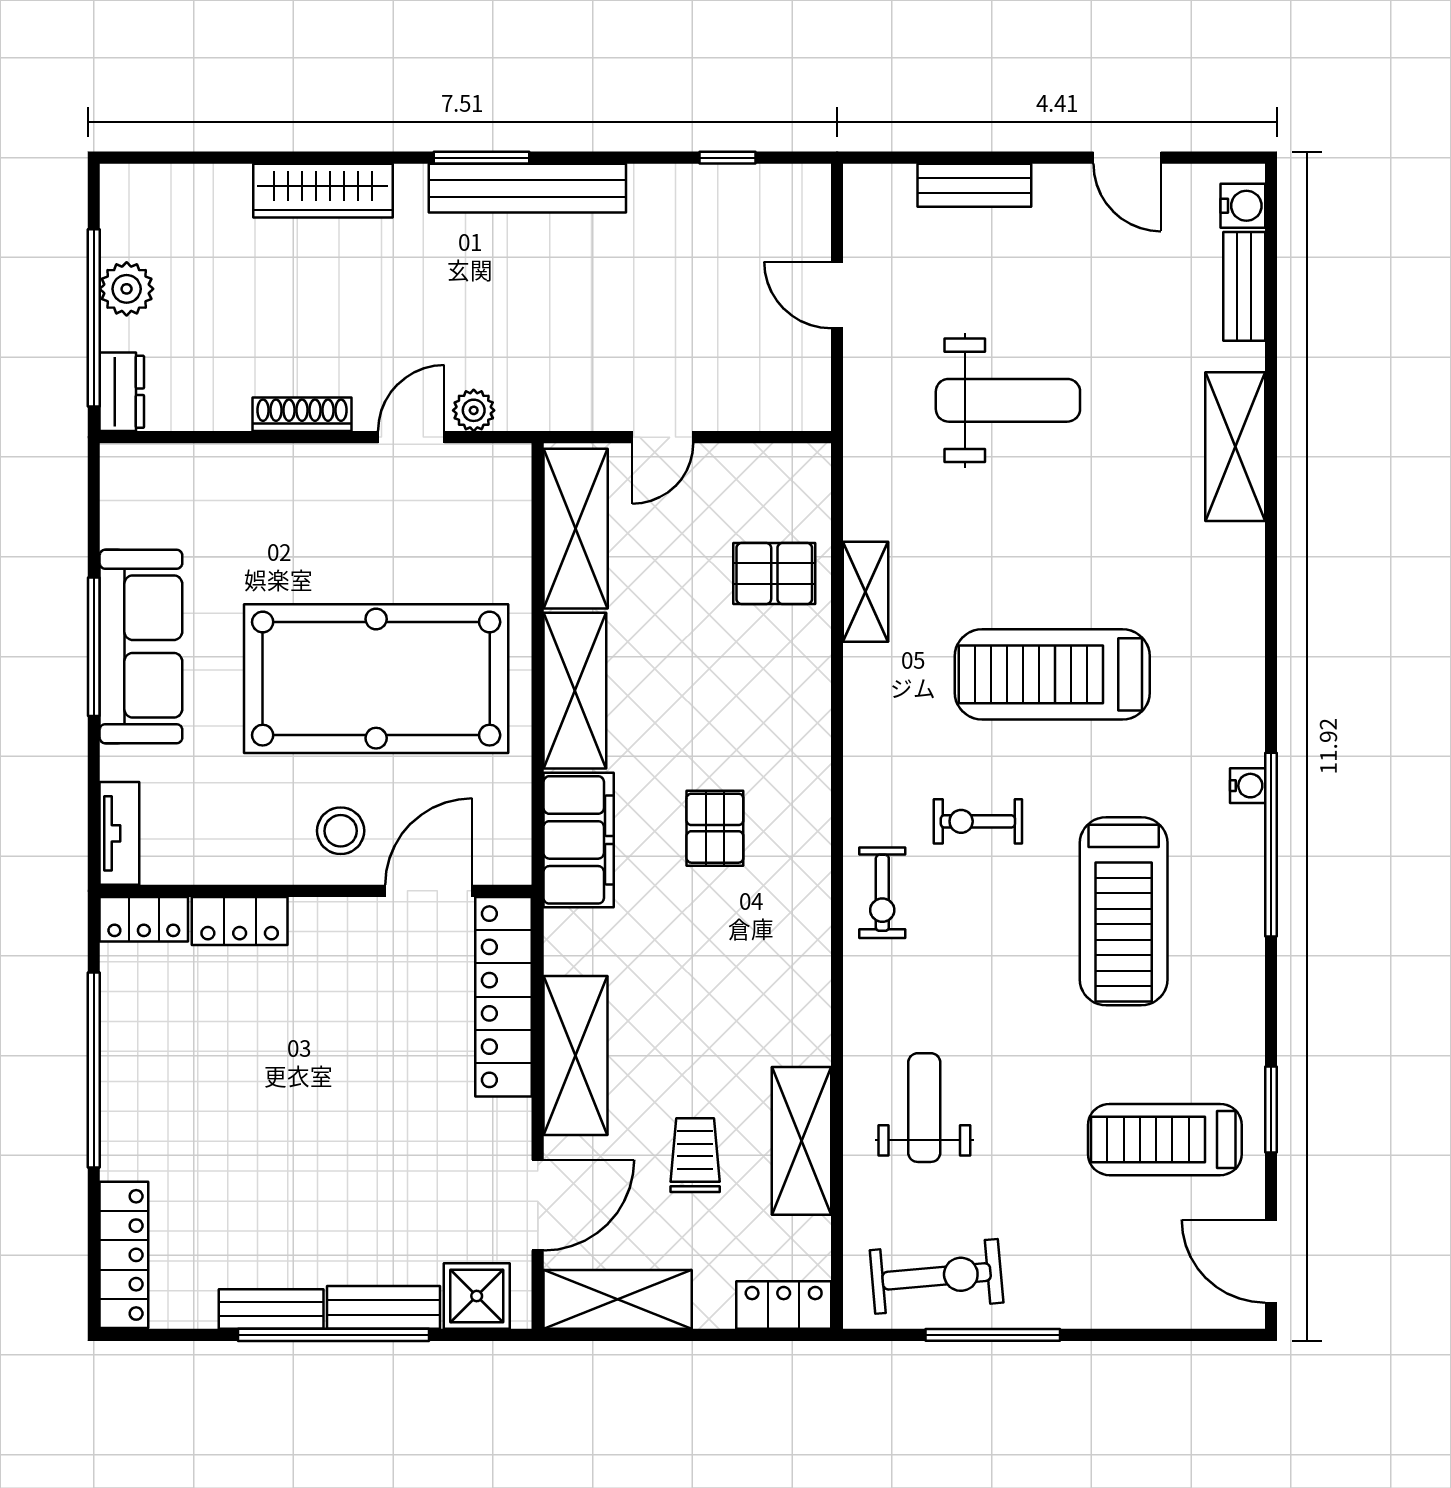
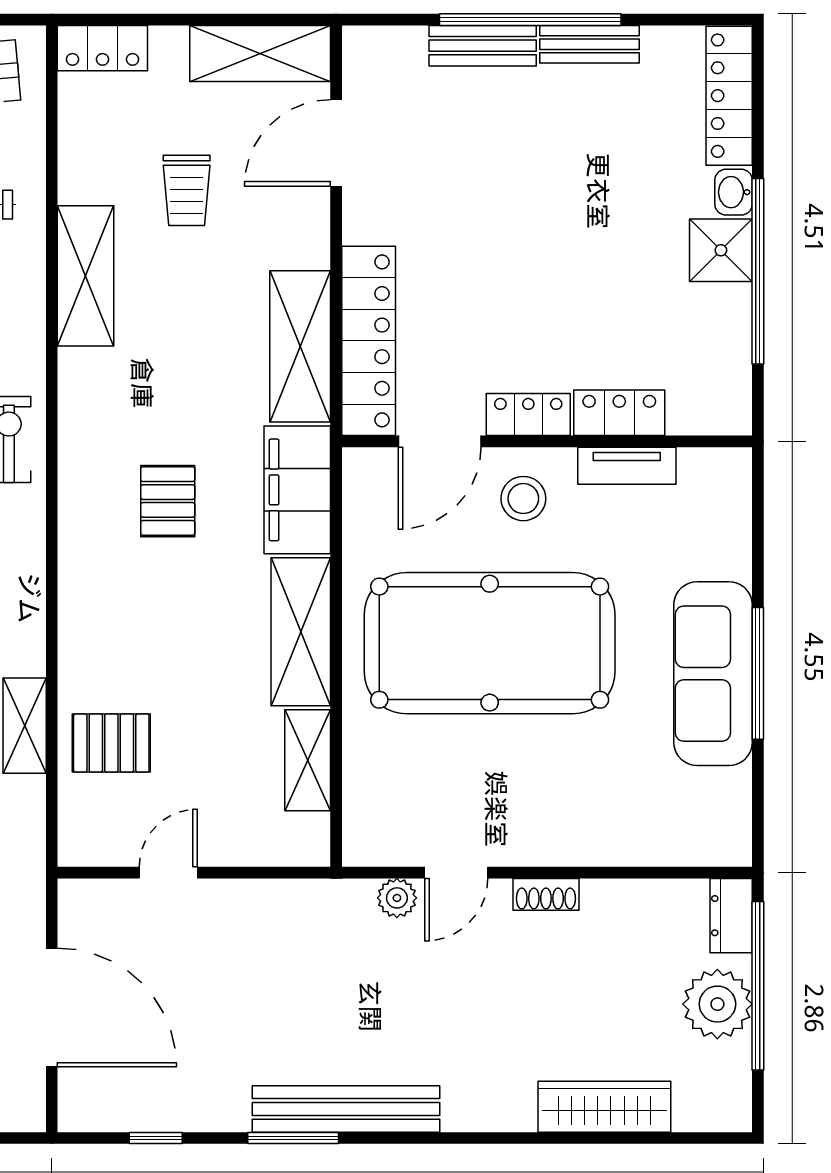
window: (481, 158) -> (293, 1138), moved
wardrobe: (323, 191) -> (604, 1107), moved
plant: (127, 289) -> (717, 1004), width x1.36, depth x1.36
door: (837, 295) -> (52, 1007), width x1.88
shoe rack: (302, 414) -> (546, 894), width x0.70
door: (663, 437) -> (168, 873), moved
shelving: (576, 529) -> (308, 760), width x0.67, depth x0.75
tv unit: (119, 833) -> (627, 466), moved, turned -90
locker: (144, 919) -> (528, 415), moved
shelving: (576, 1056) -> (300, 346), moved
shelving: (801, 1141) -> (86, 276), moved
washbasin: (119, 1153) -> (734, 192), added
shower: (477, 1296) -> (721, 250), moved

